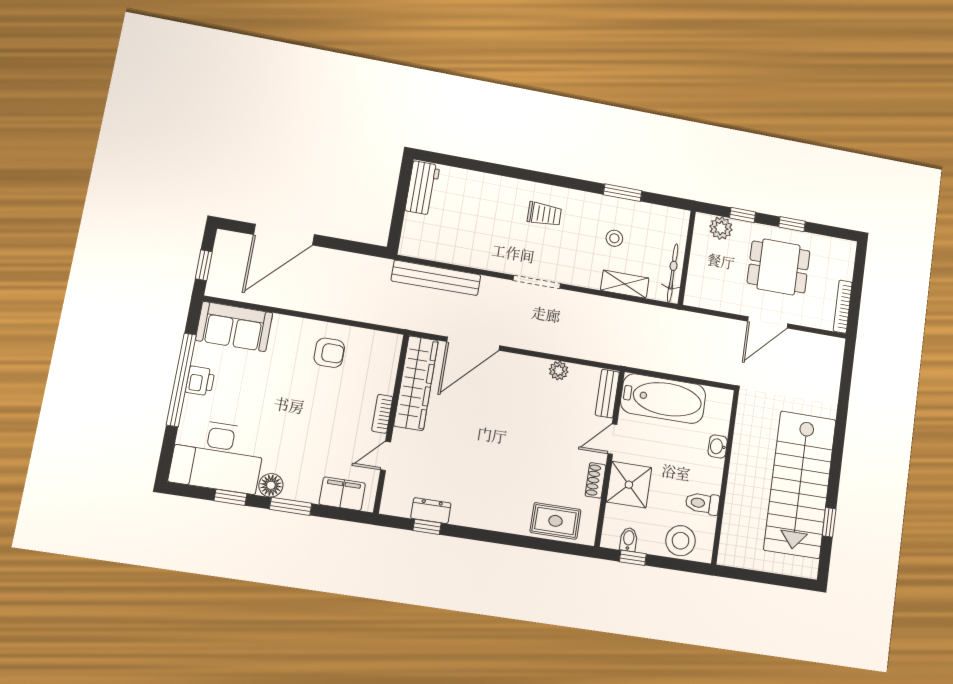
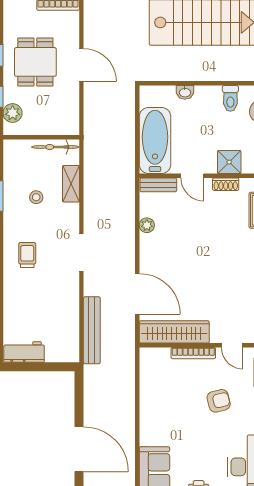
armchair: (329, 353) -> (219, 401), moved, turned 76
bookcase: (382, 414) -> (193, 353), width x1.56
shower: (629, 485) -> (229, 162), width x0.73, depth x0.73

